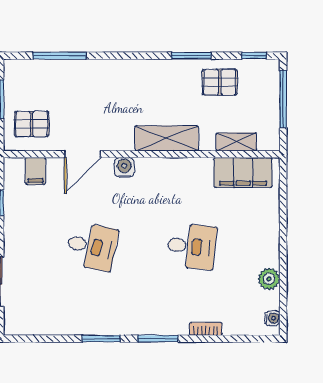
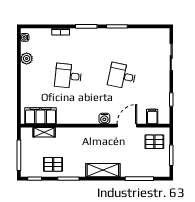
shelving: (167, 138) -> (103, 170), moved

